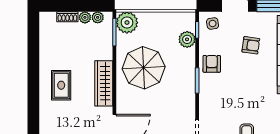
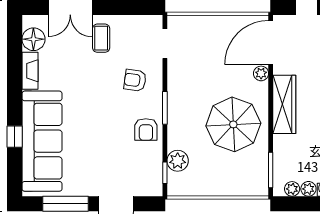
plant: (127, 23) -> (261, 73), moved, width x0.53, depth x0.53
side table: (213, 23) -> (145, 181), removed
armchair: (251, 45) -> (135, 80), moved

